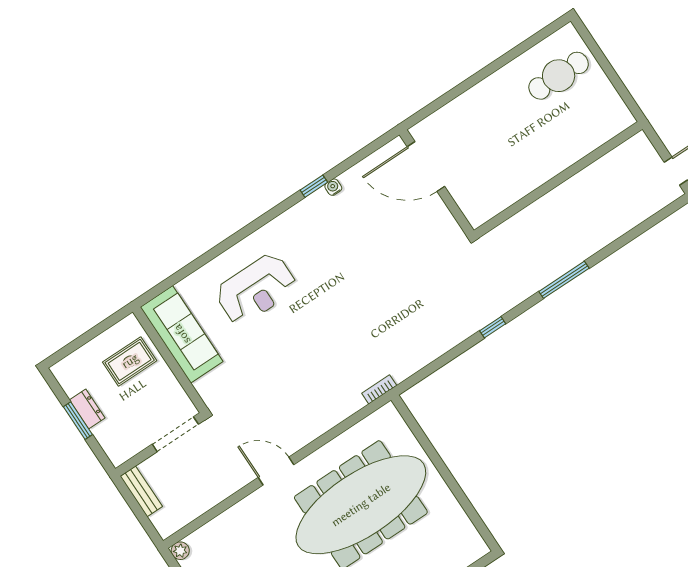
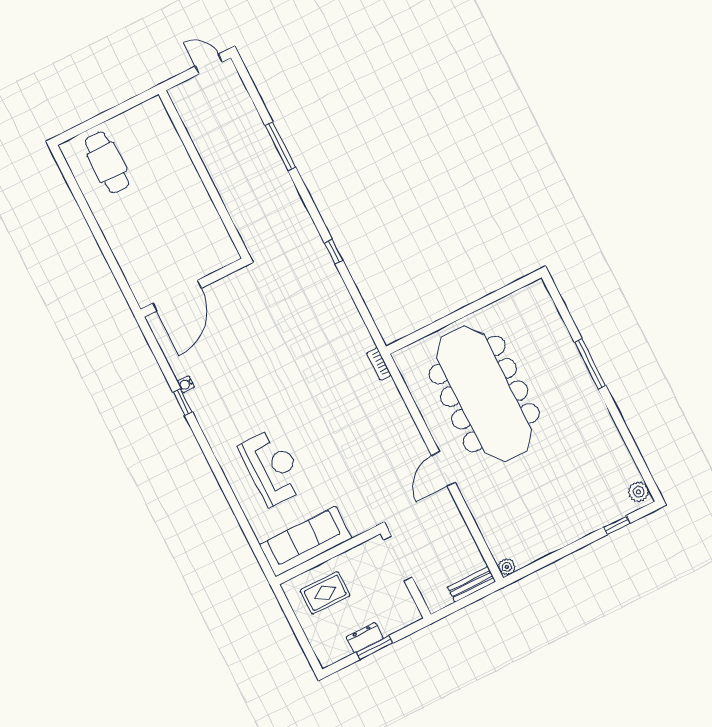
window: (564, 280) -> (280, 146), moved
rug: (130, 361) -> (325, 593), turned 90
bench: (141, 491) -> (471, 584), moved

